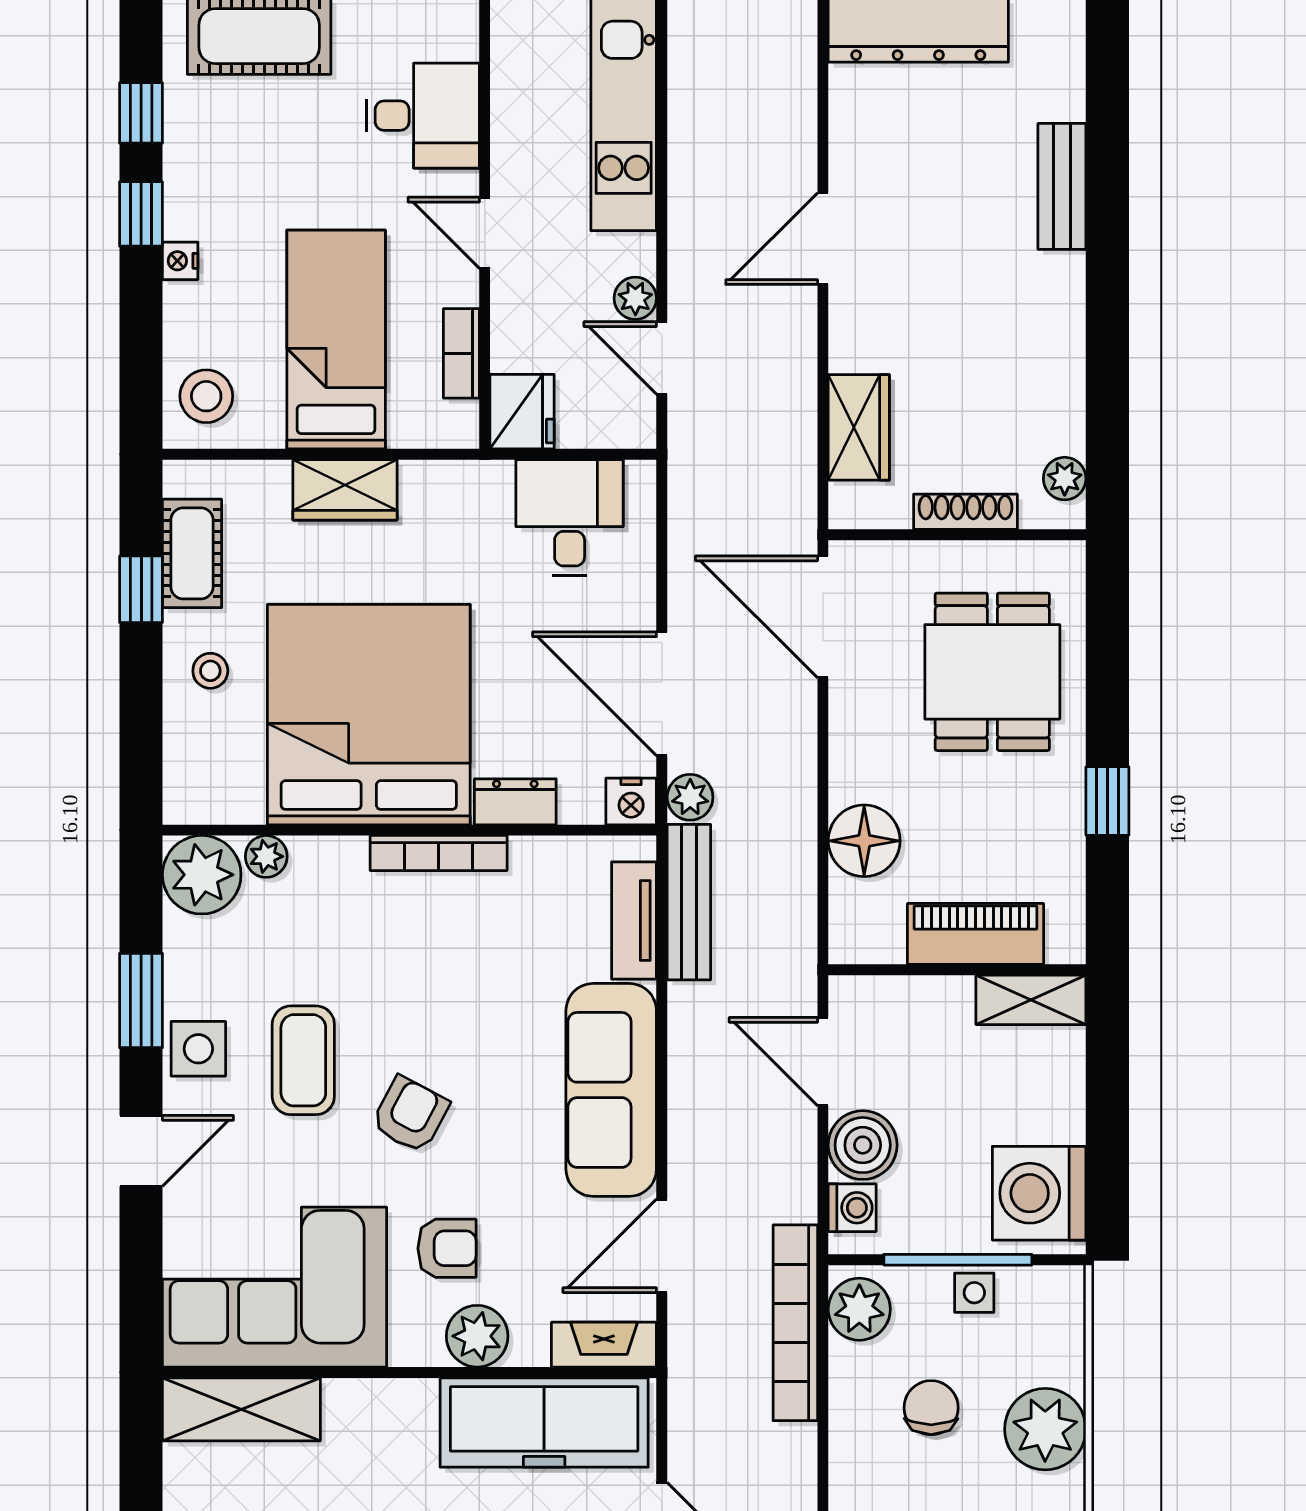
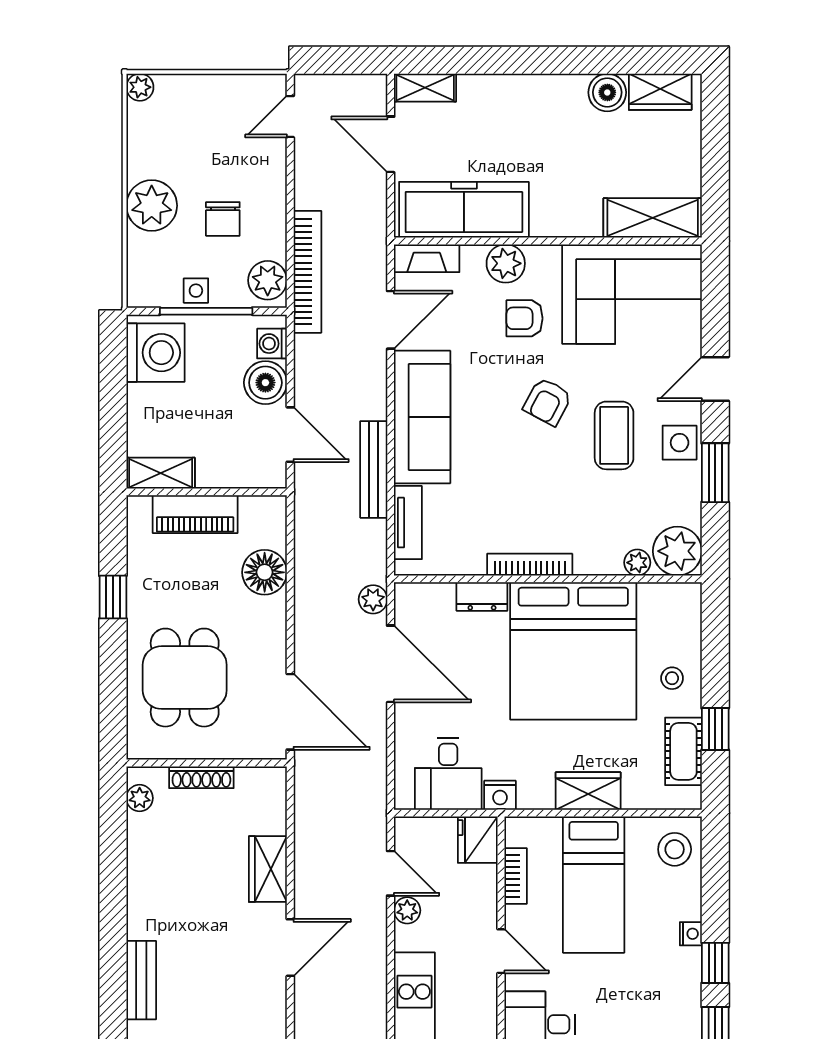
wardrobe: (859, 427) -> (268, 869), moved
nightstand: (631, 801) -> (500, 795), moved, turned 180
bench: (689, 902) -> (374, 469), moved

